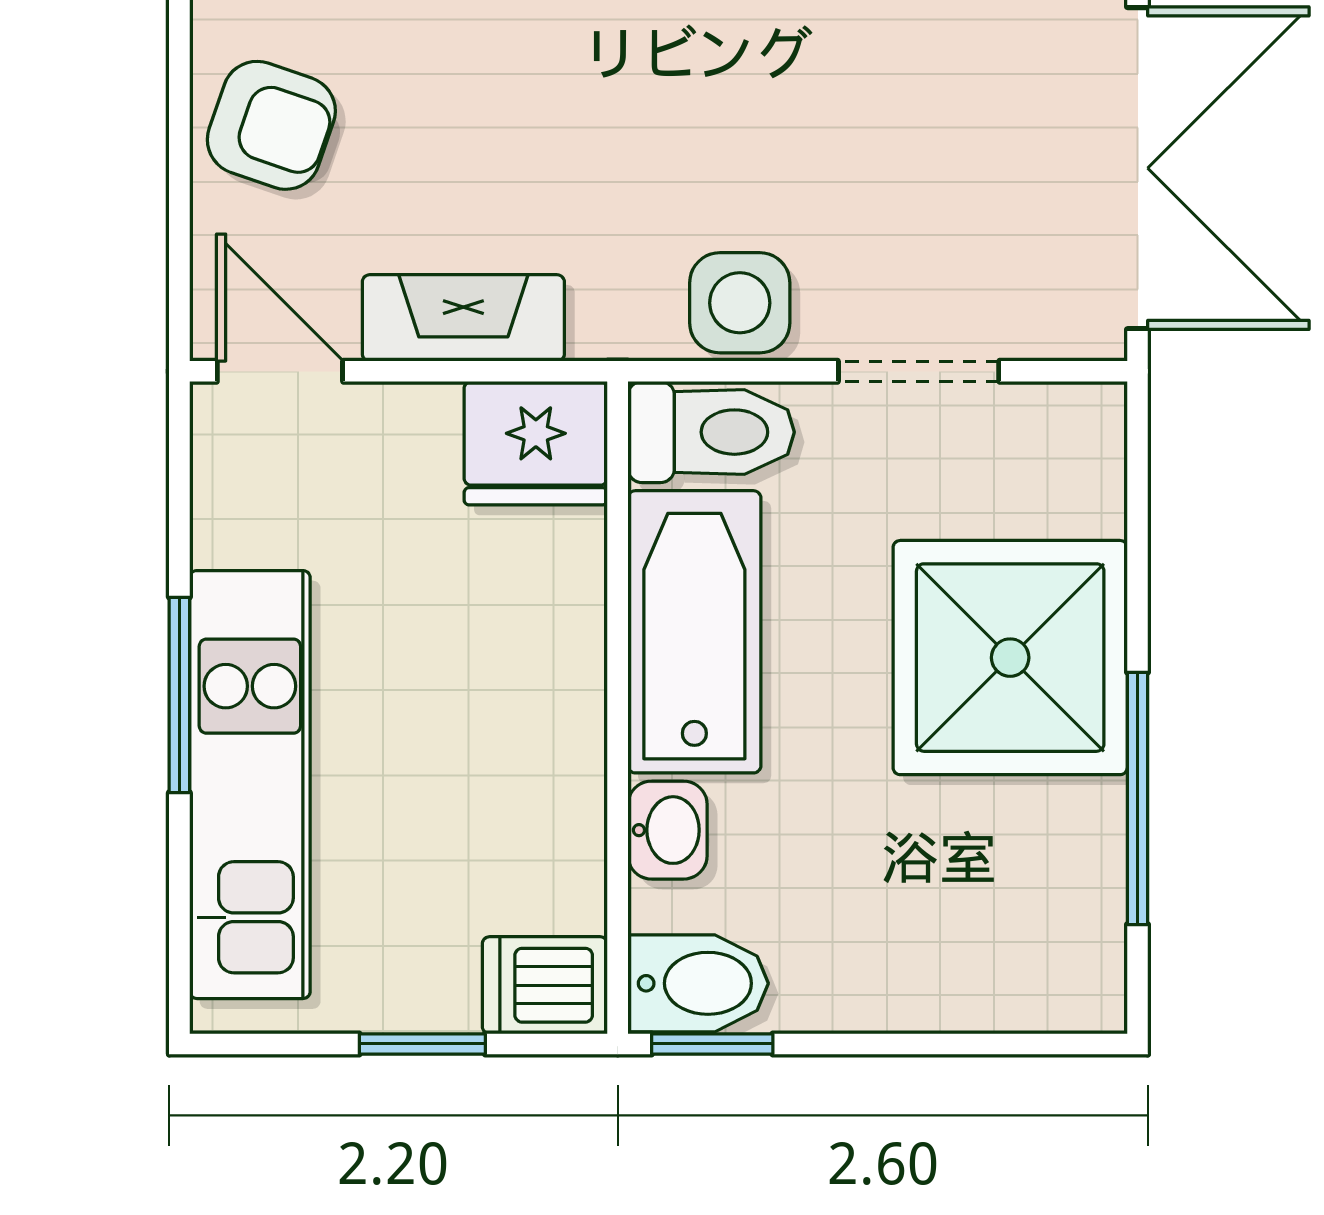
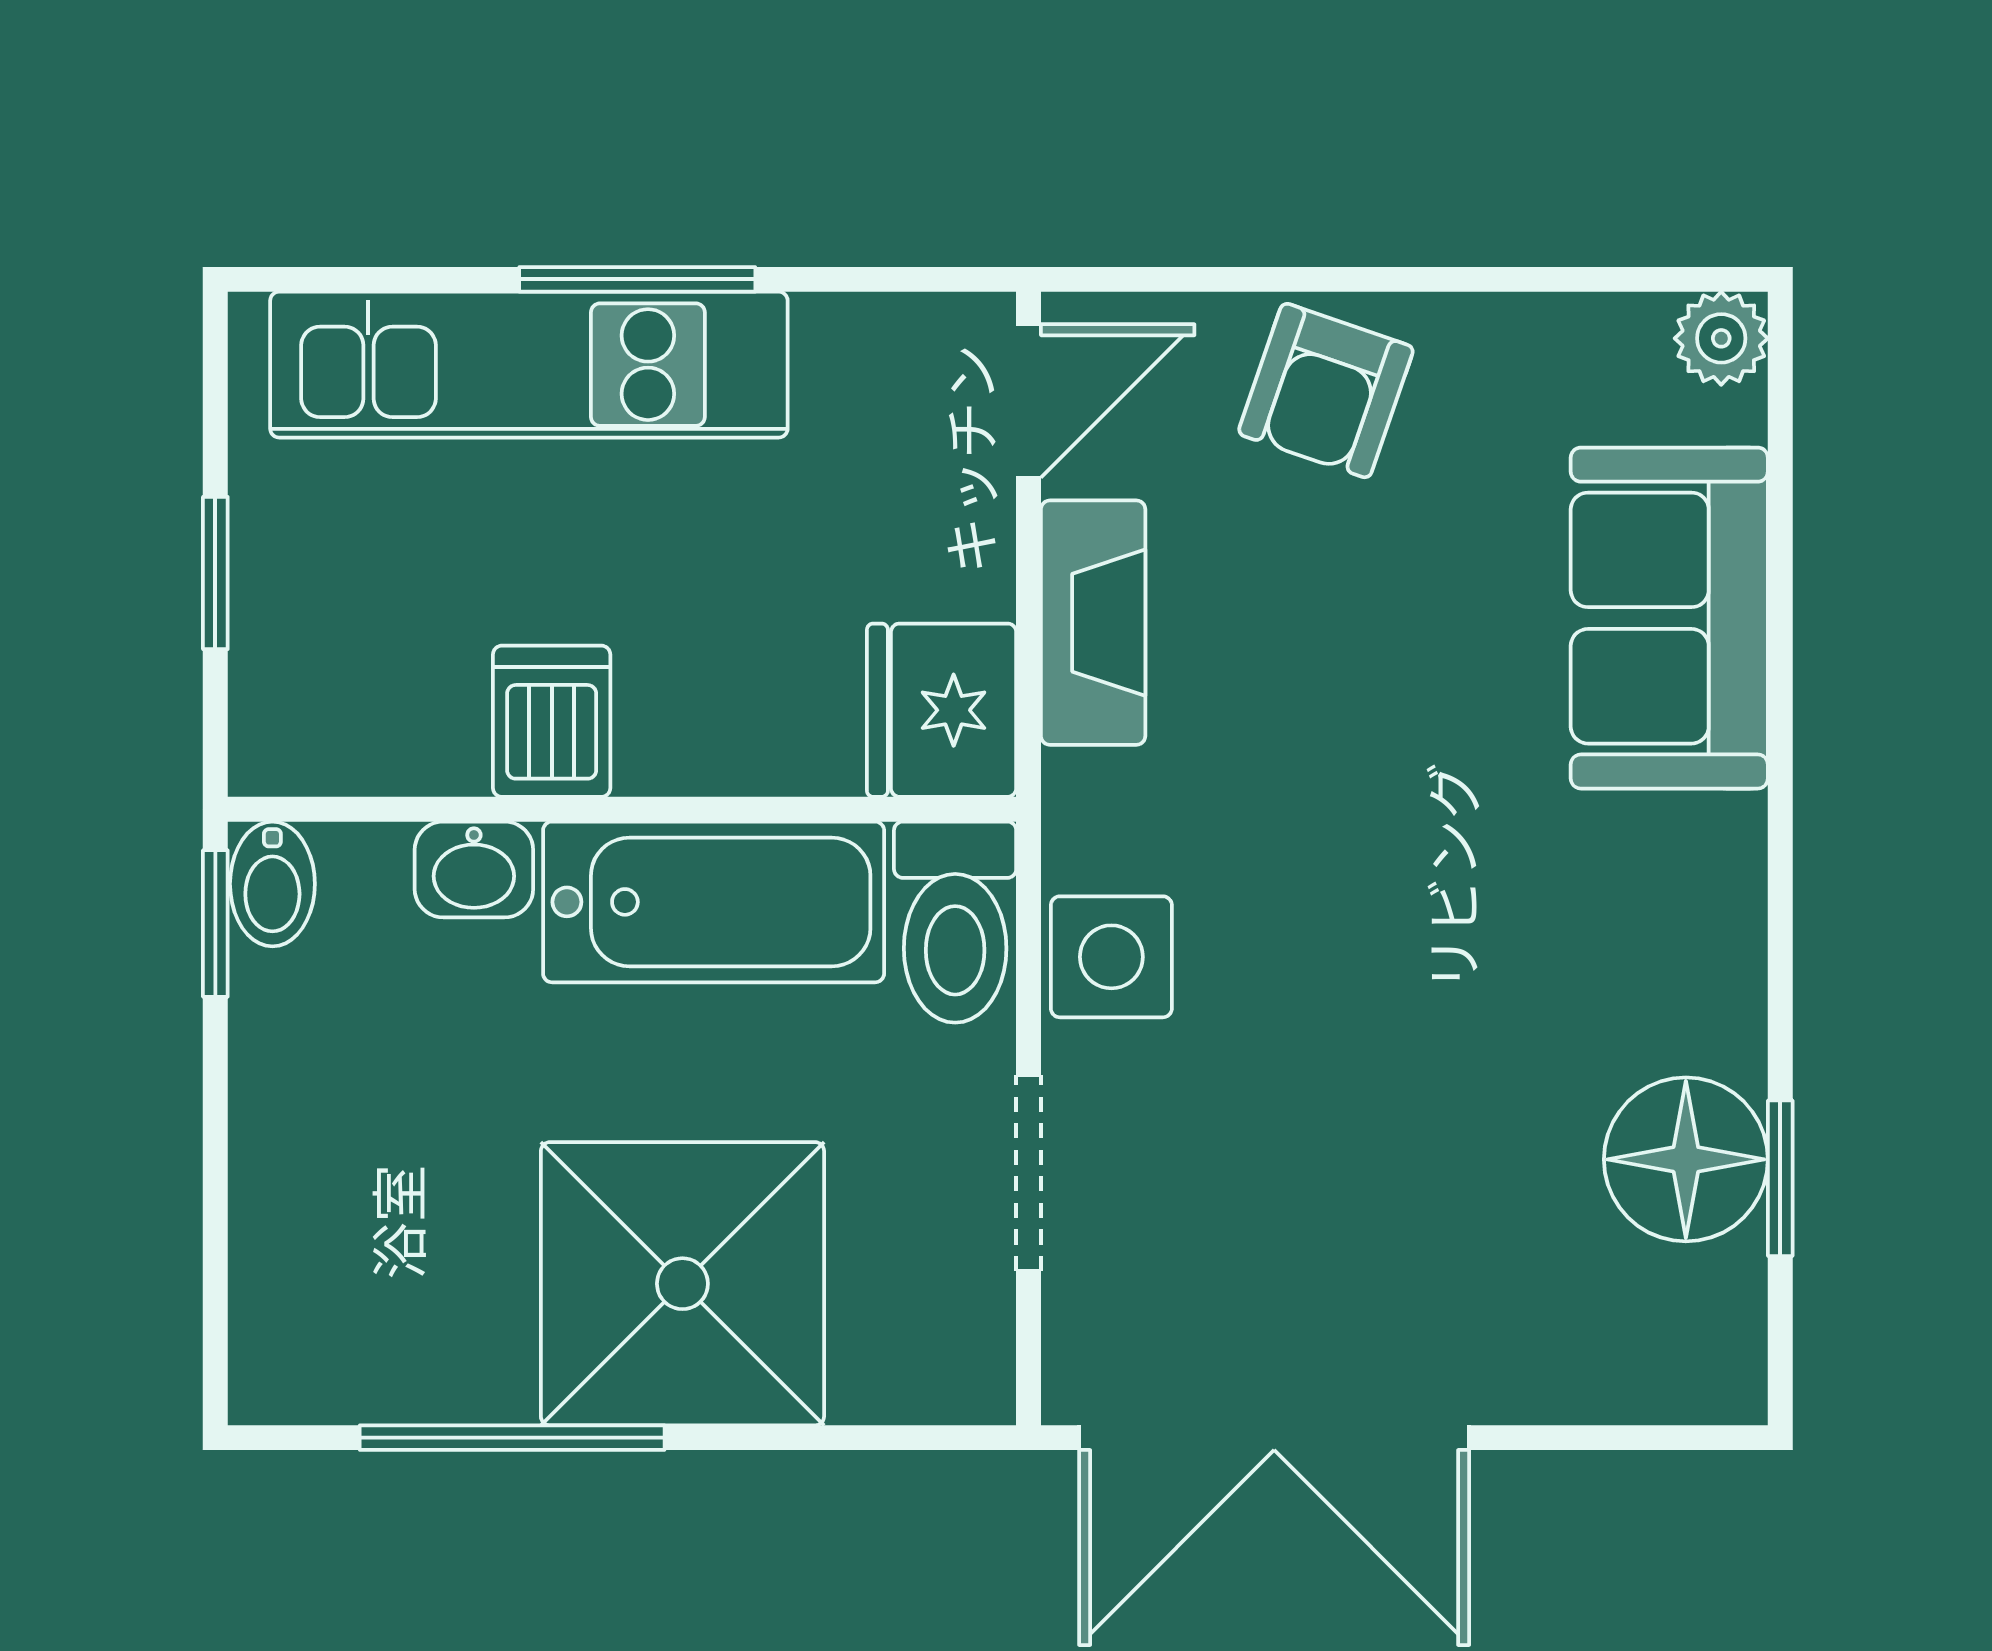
bidet: (698, 983) -> (272, 884), width x0.72, depth x0.74
dishwasher: (545, 985) -> (552, 721), moved

